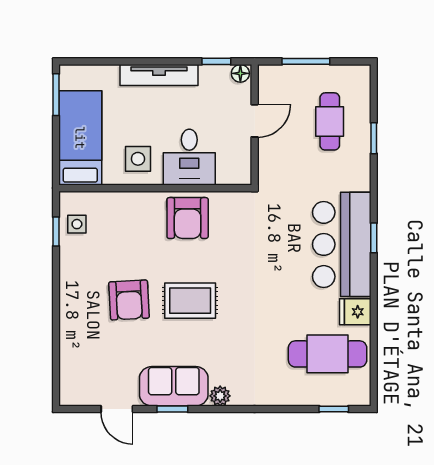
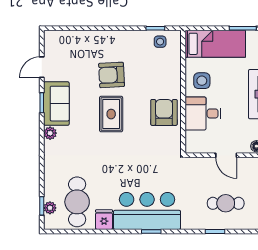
armchair: (188, 218) -> (164, 112), turned 90
plant: (337, 396) -> (50, 208), added

